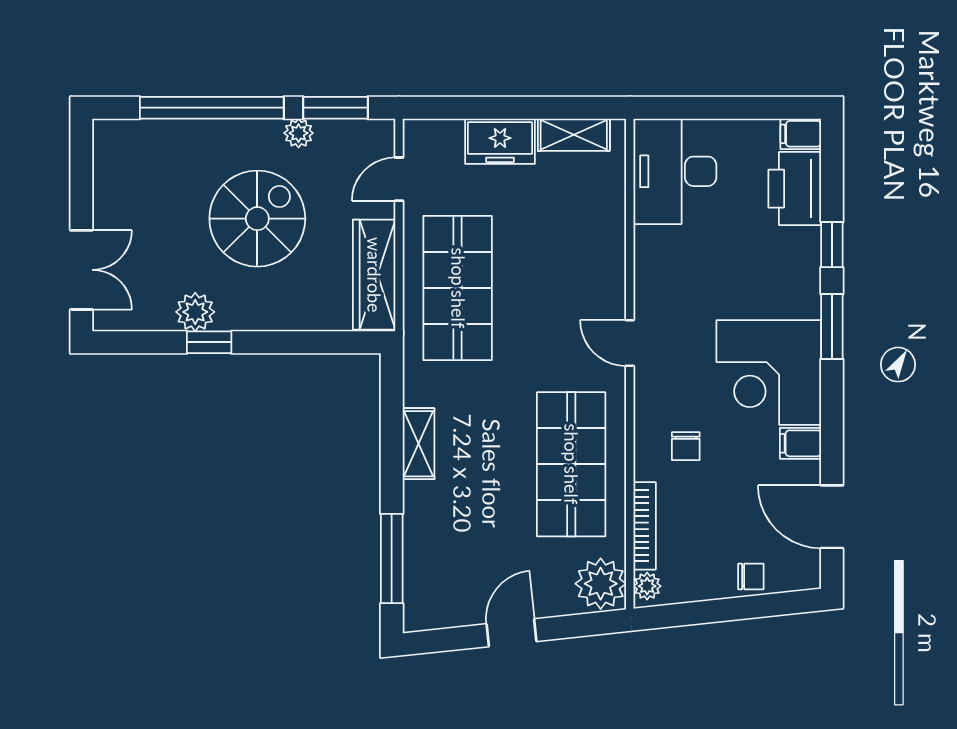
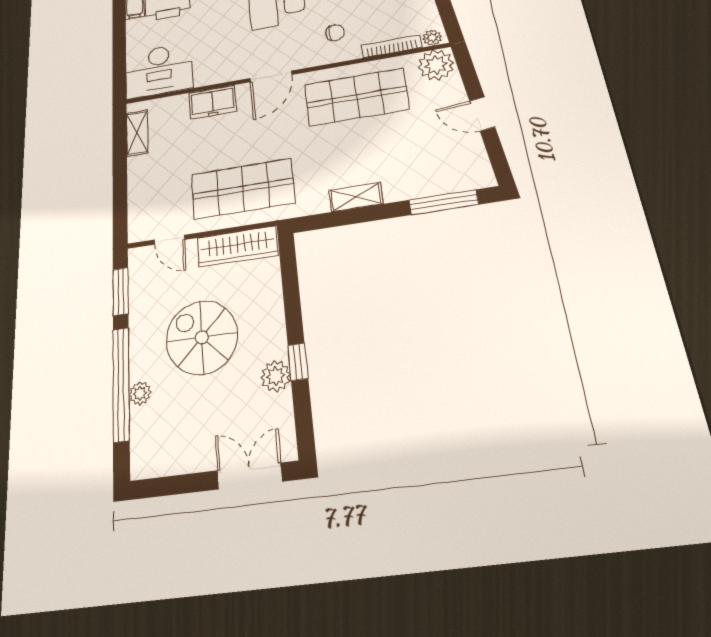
plant: (299, 133) -> (140, 393), moved
freezer: (500, 141) -> (213, 102), moved, turned 90
door: (630, 343) -> (271, 76), width x1.38

